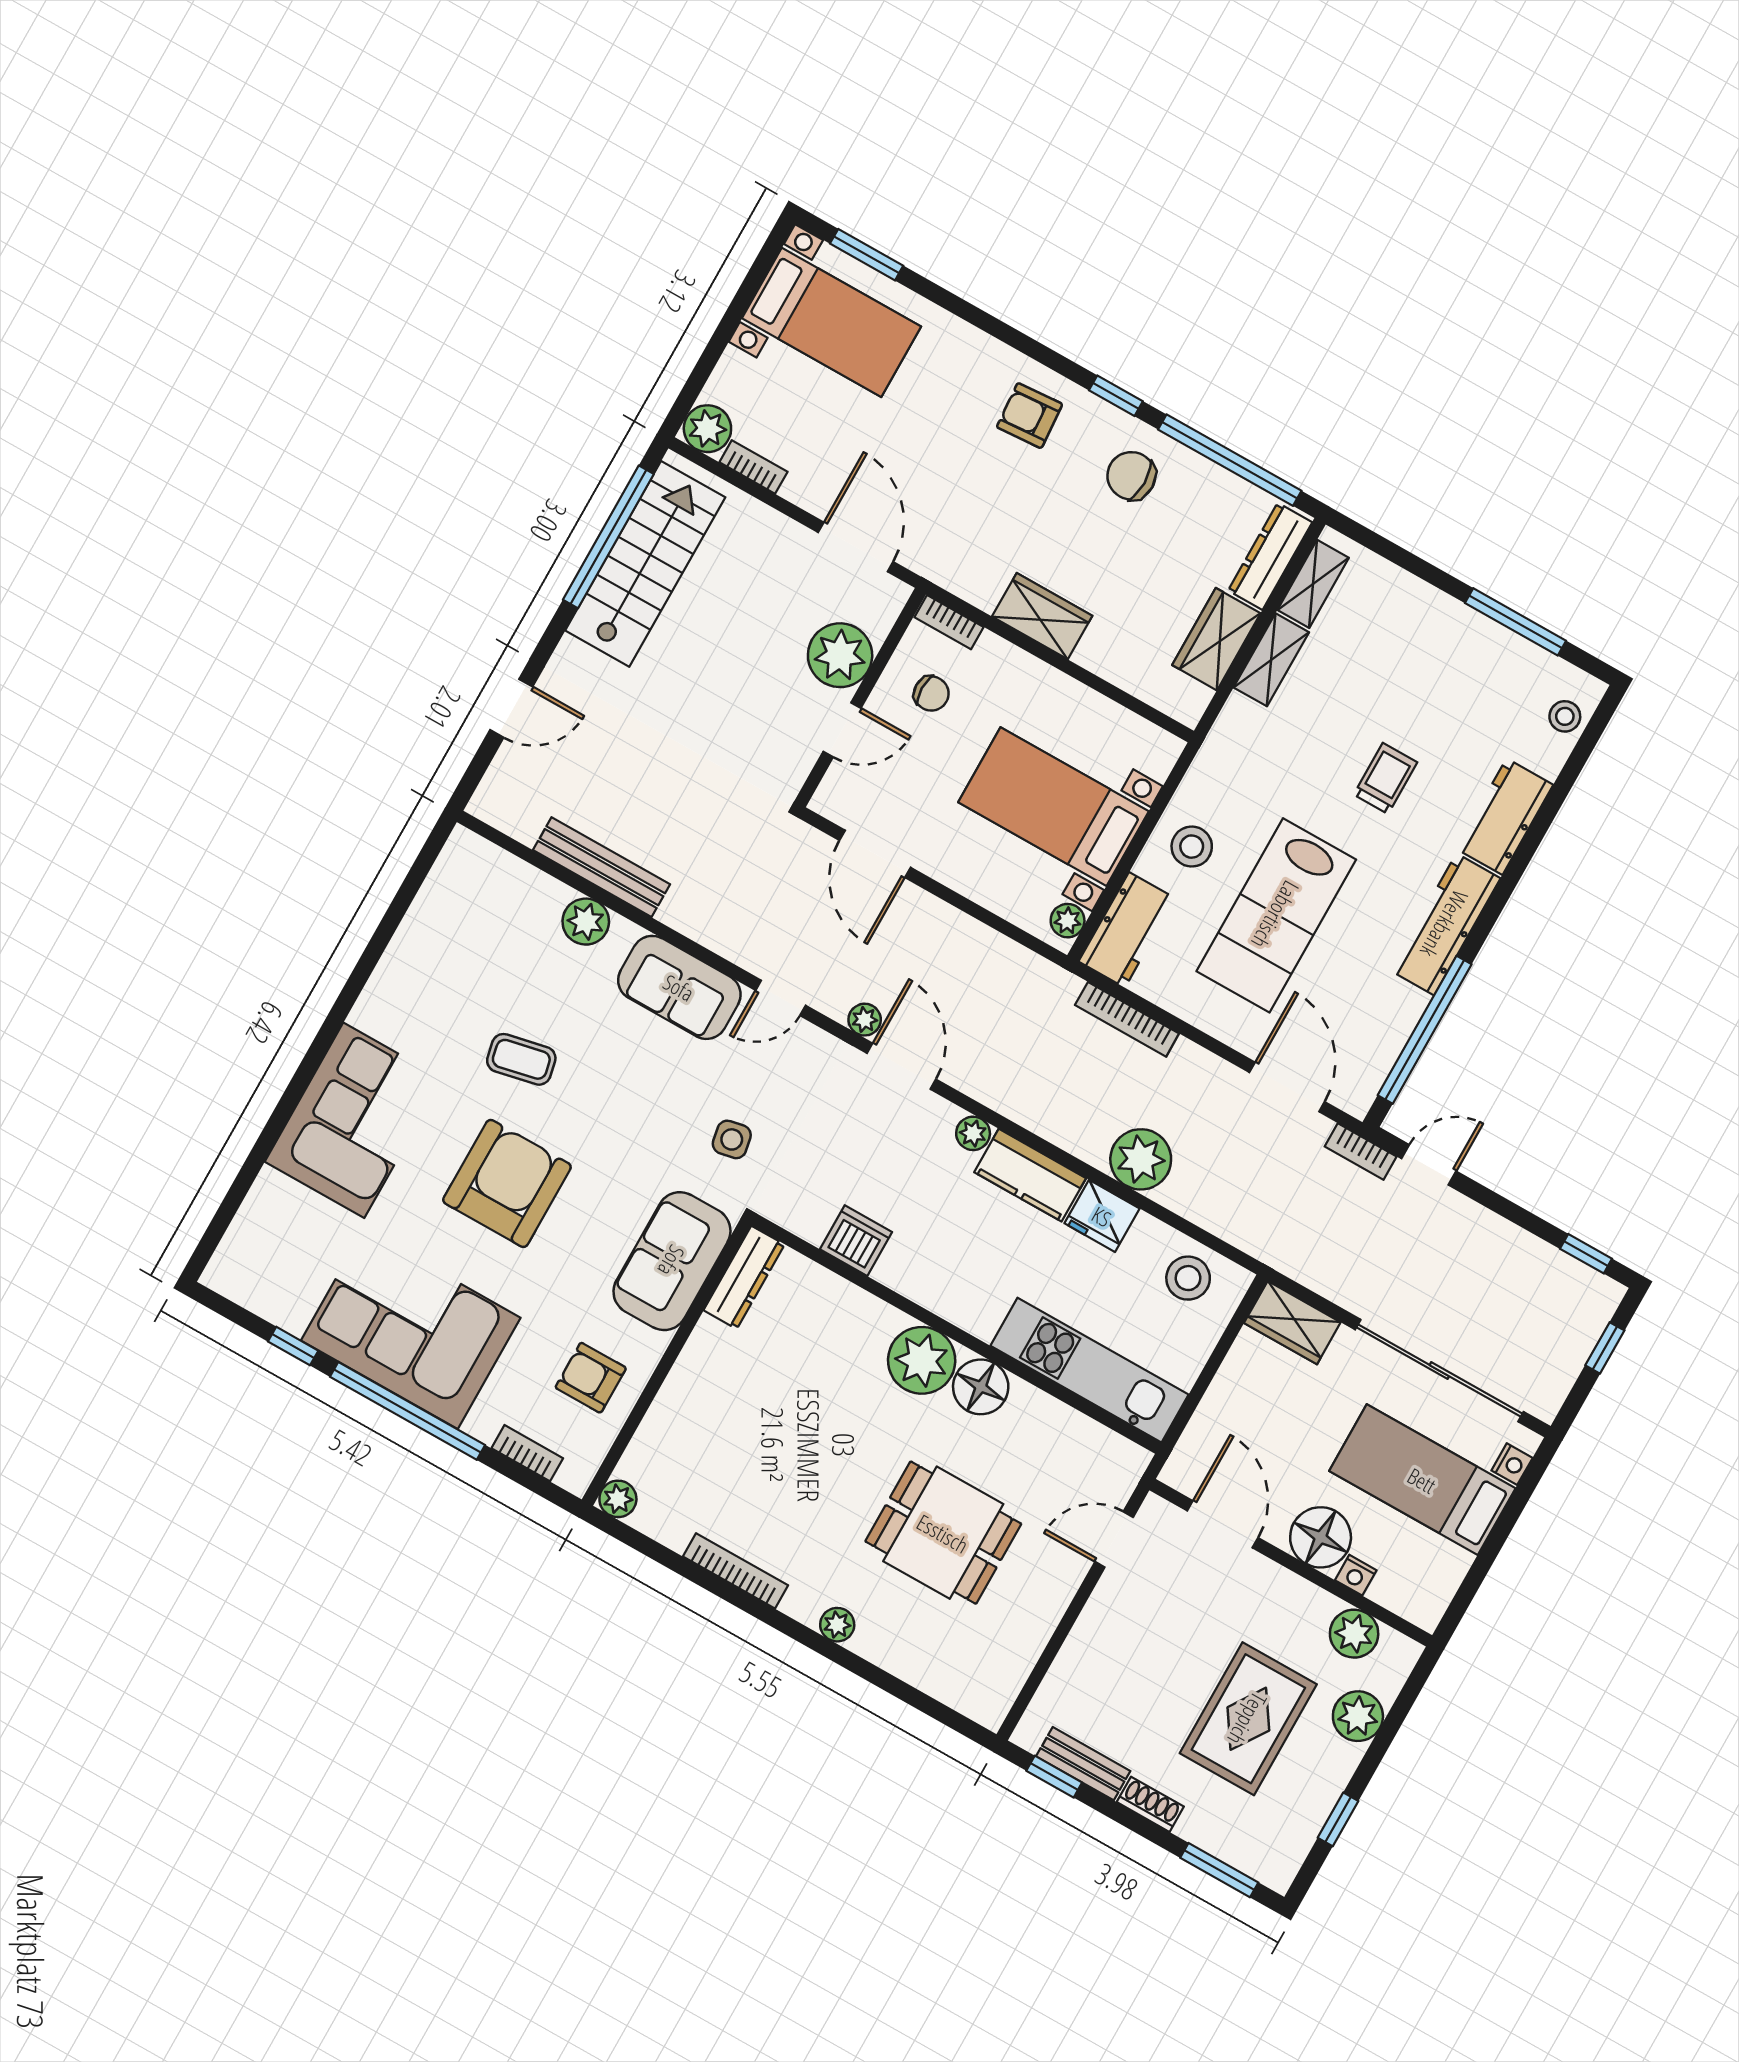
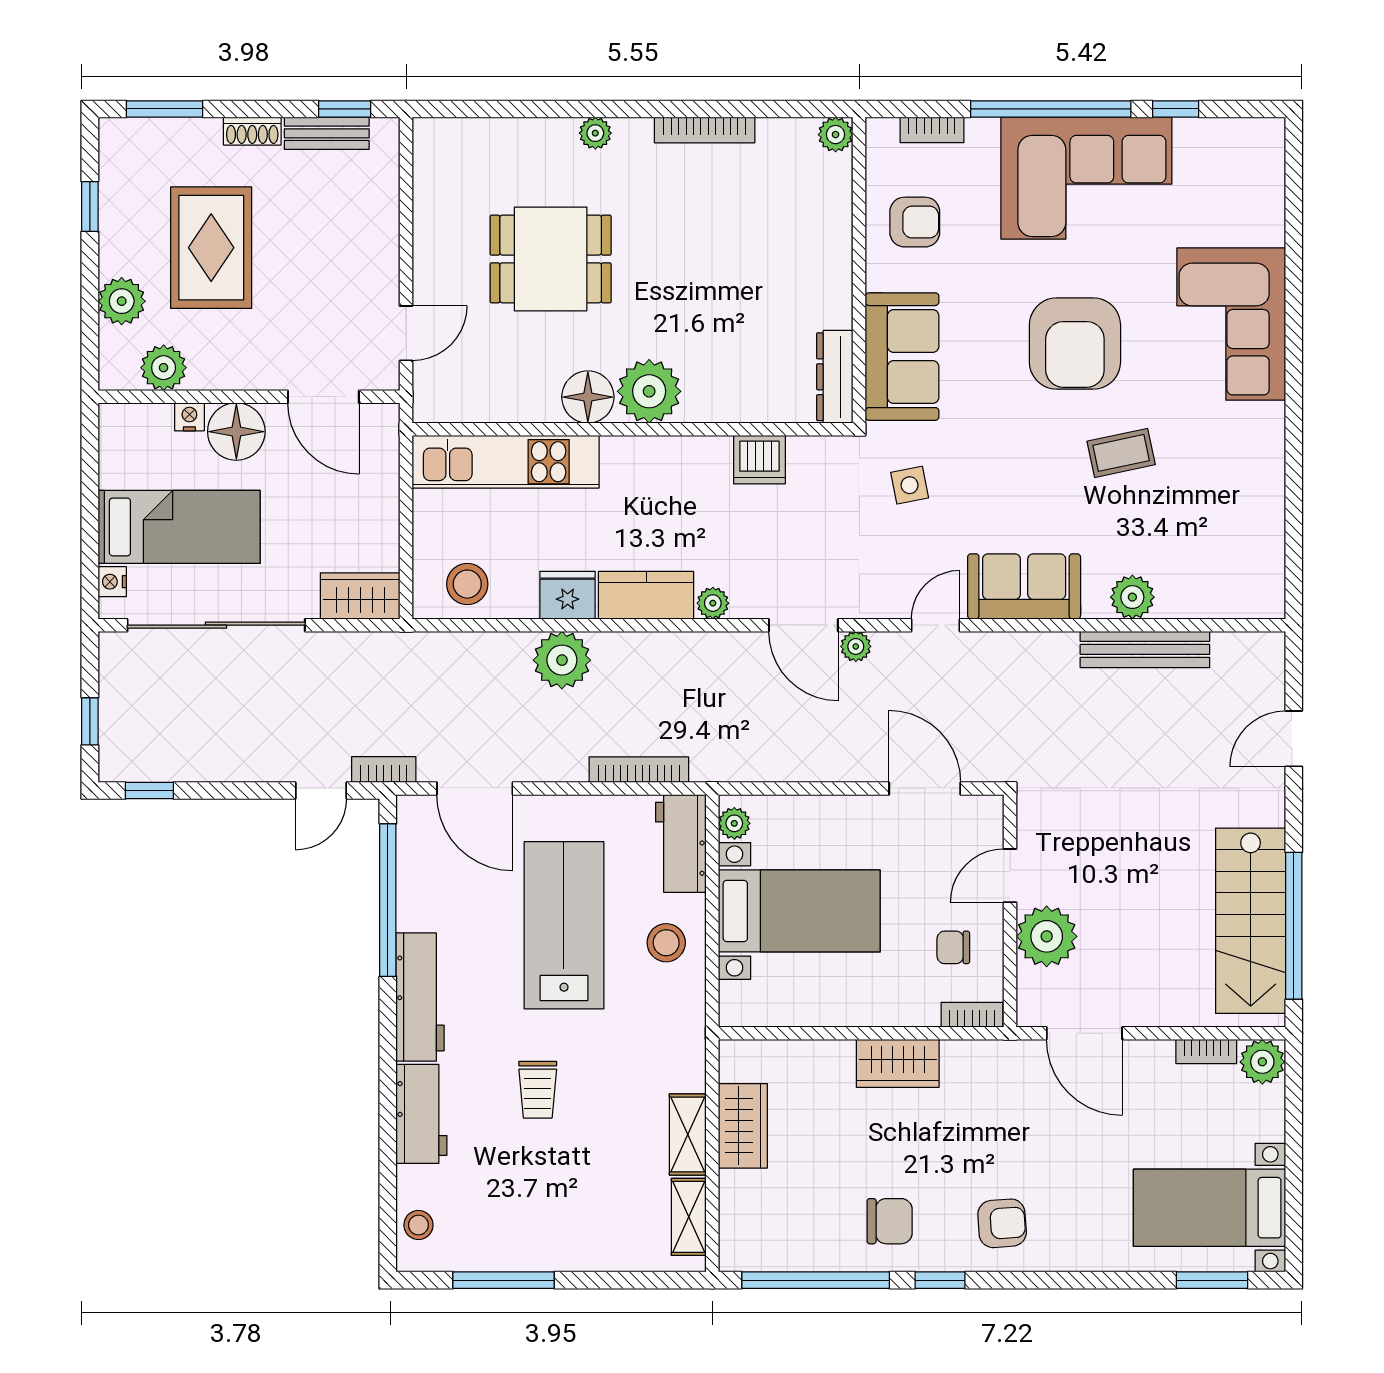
dresser: (1270, 556) -> (737, 1219), removed

